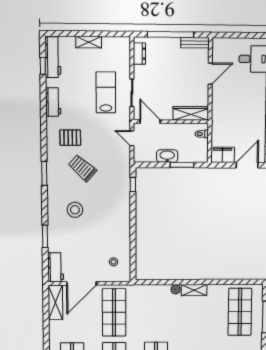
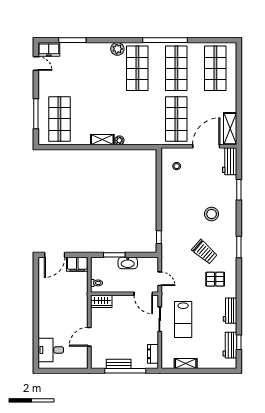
shelving: (89, 42) -> (186, 363), moved
bench: (195, 43) -> (119, 364), moved
workbench: (53, 57) -> (230, 345), width x0.73
wardrobe: (191, 113) -> (101, 301), width x0.67

